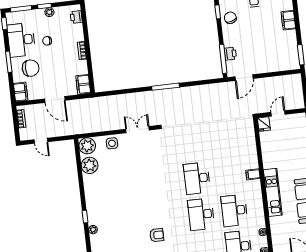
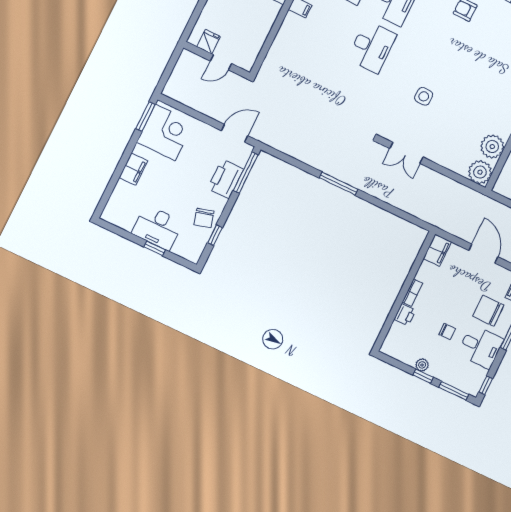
printer: (76, 17) -> (405, 315), moved
desk: (21, 40) -> (481, 347), width x0.73
corner desk: (284, 53) -> (165, 132), added
printer: (230, 54) -> (226, 179), width x1.87, depth x1.48
fridge: (264, 124) -> (209, 42), moved
side table: (112, 143) -> (424, 96), moved

